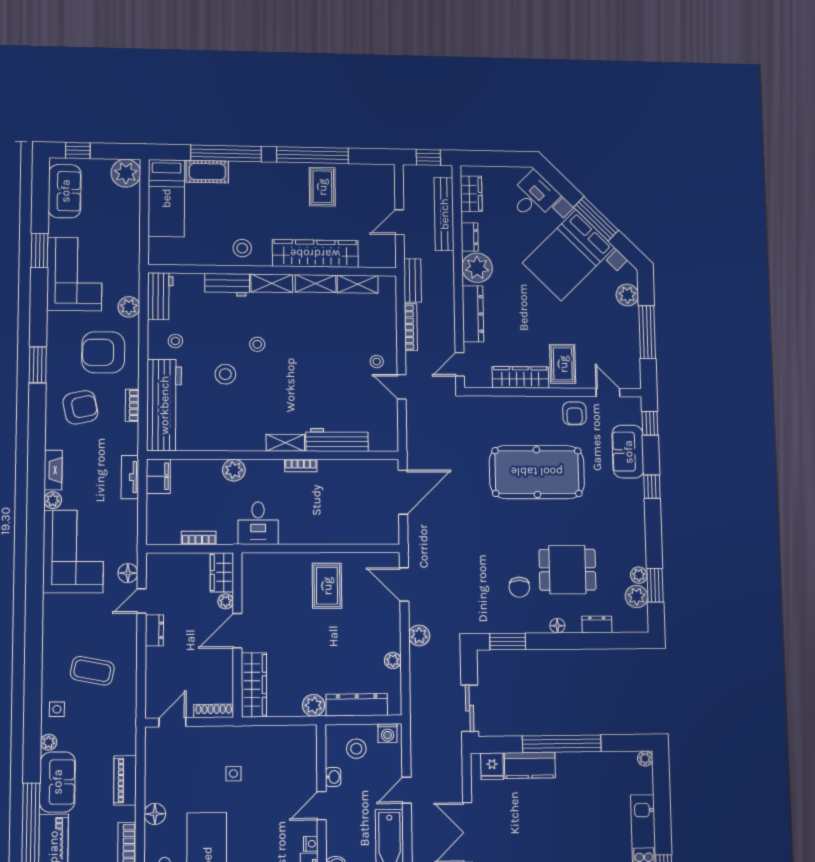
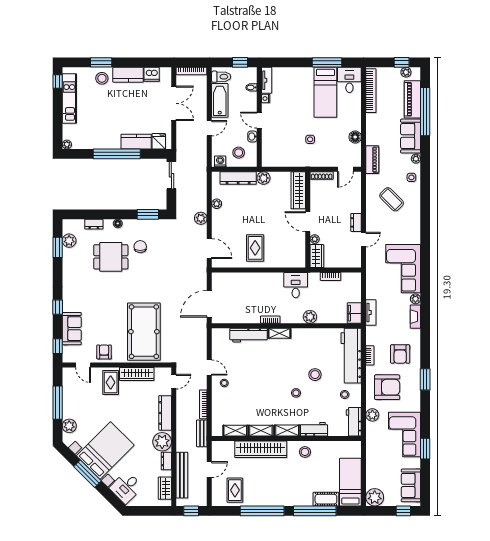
rug: (322, 187) -> (235, 490), moved
armchair: (80, 407) -> (400, 354), turned -78
pool table: (537, 472) -> (144, 332), moved, turned 90
floor lamp: (128, 573) -> (372, 256), removed
plant: (639, 575) -> (67, 253), removed
door: (237, 631) -> (308, 222), swing flipped
coffee table: (92, 671) -> (392, 199), turned 34
piano: (125, 780) -> (372, 160), moved
door: (322, 806) -> (259, 120), swing flipped
floor lamp: (155, 814) -> (355, 137), moved

